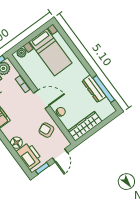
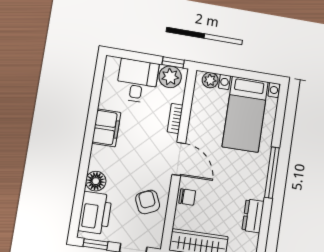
dresser: (94, 89) -> (253, 216), width x0.70
window: (104, 89) -> (272, 173), moved

